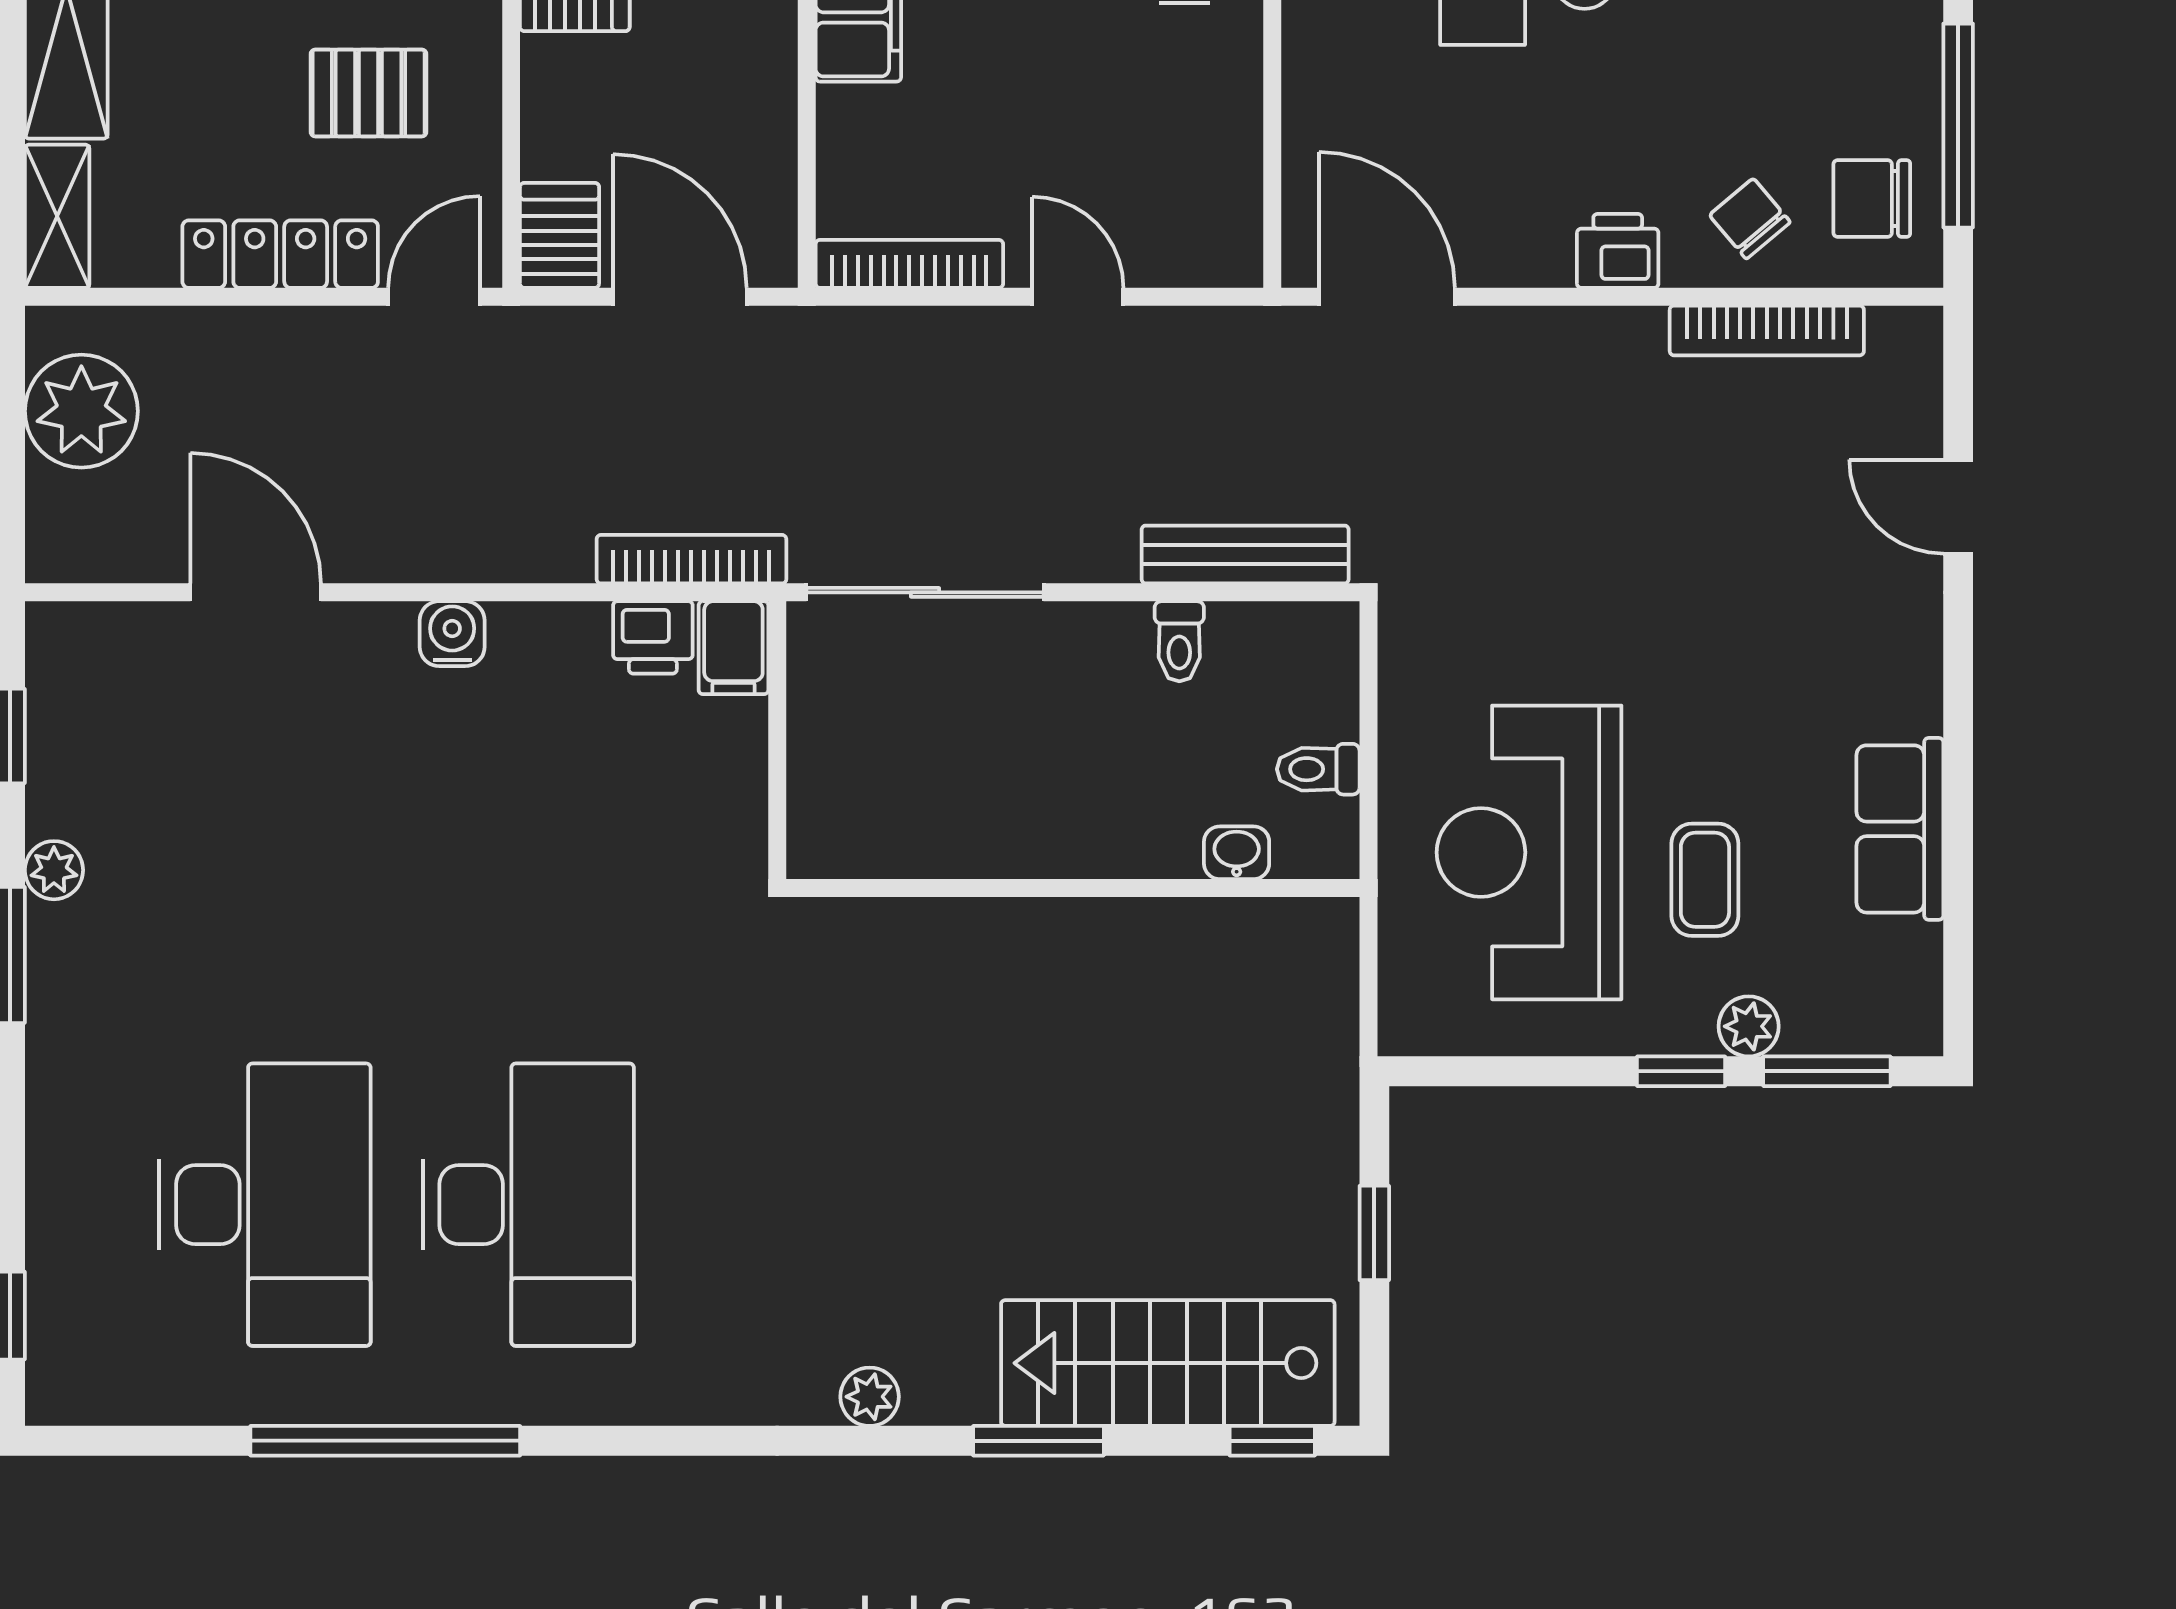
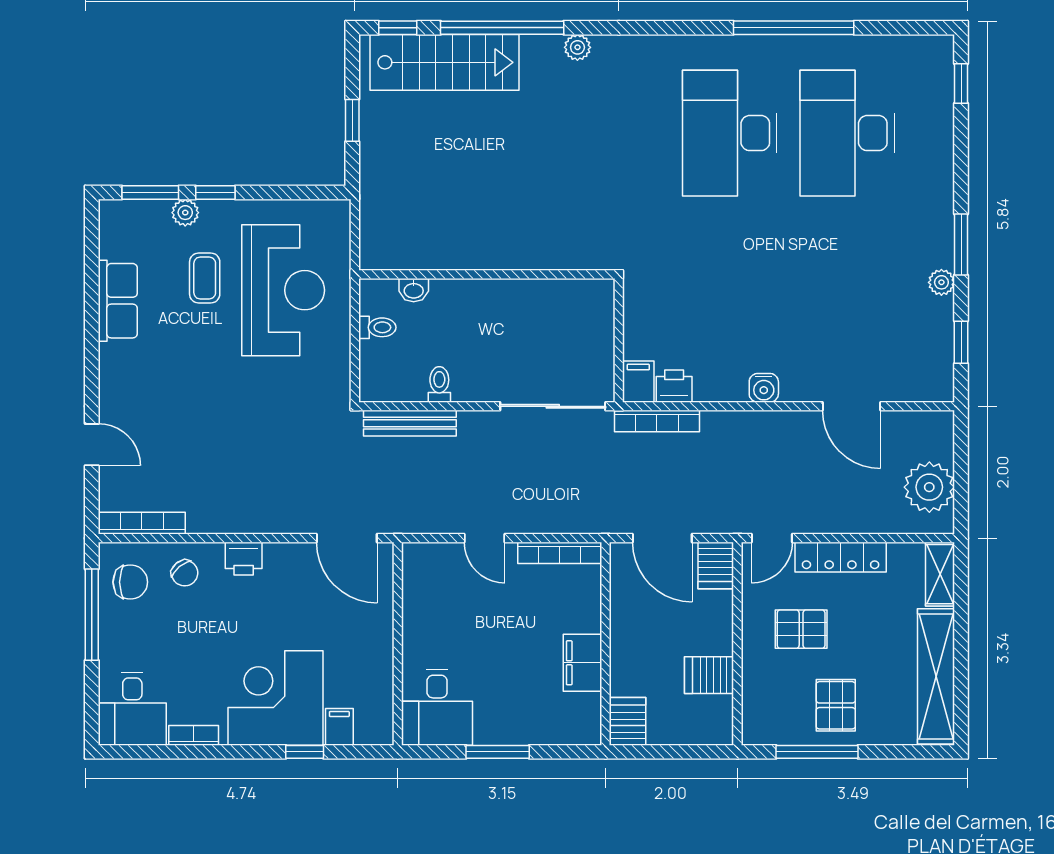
bookcase: (1767, 330) -> (142, 523), moved
window: (1038, 1441) -> (502, 28), width x2.11

